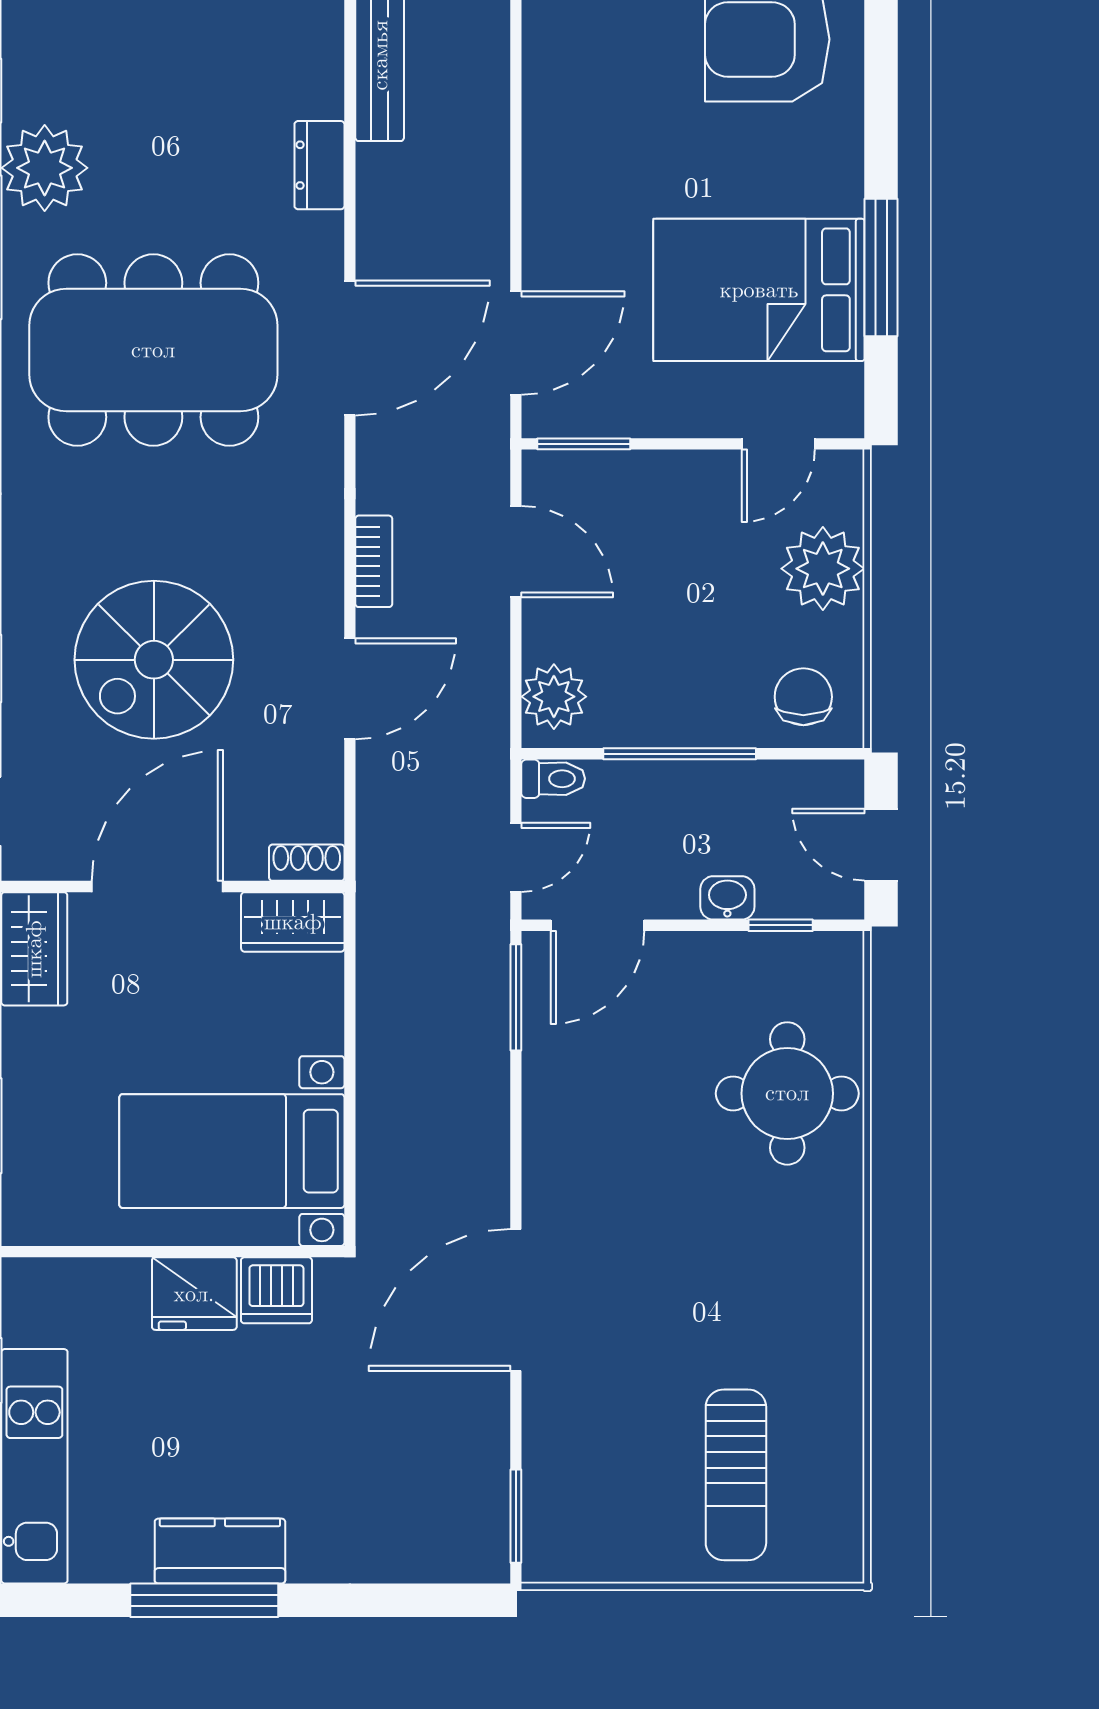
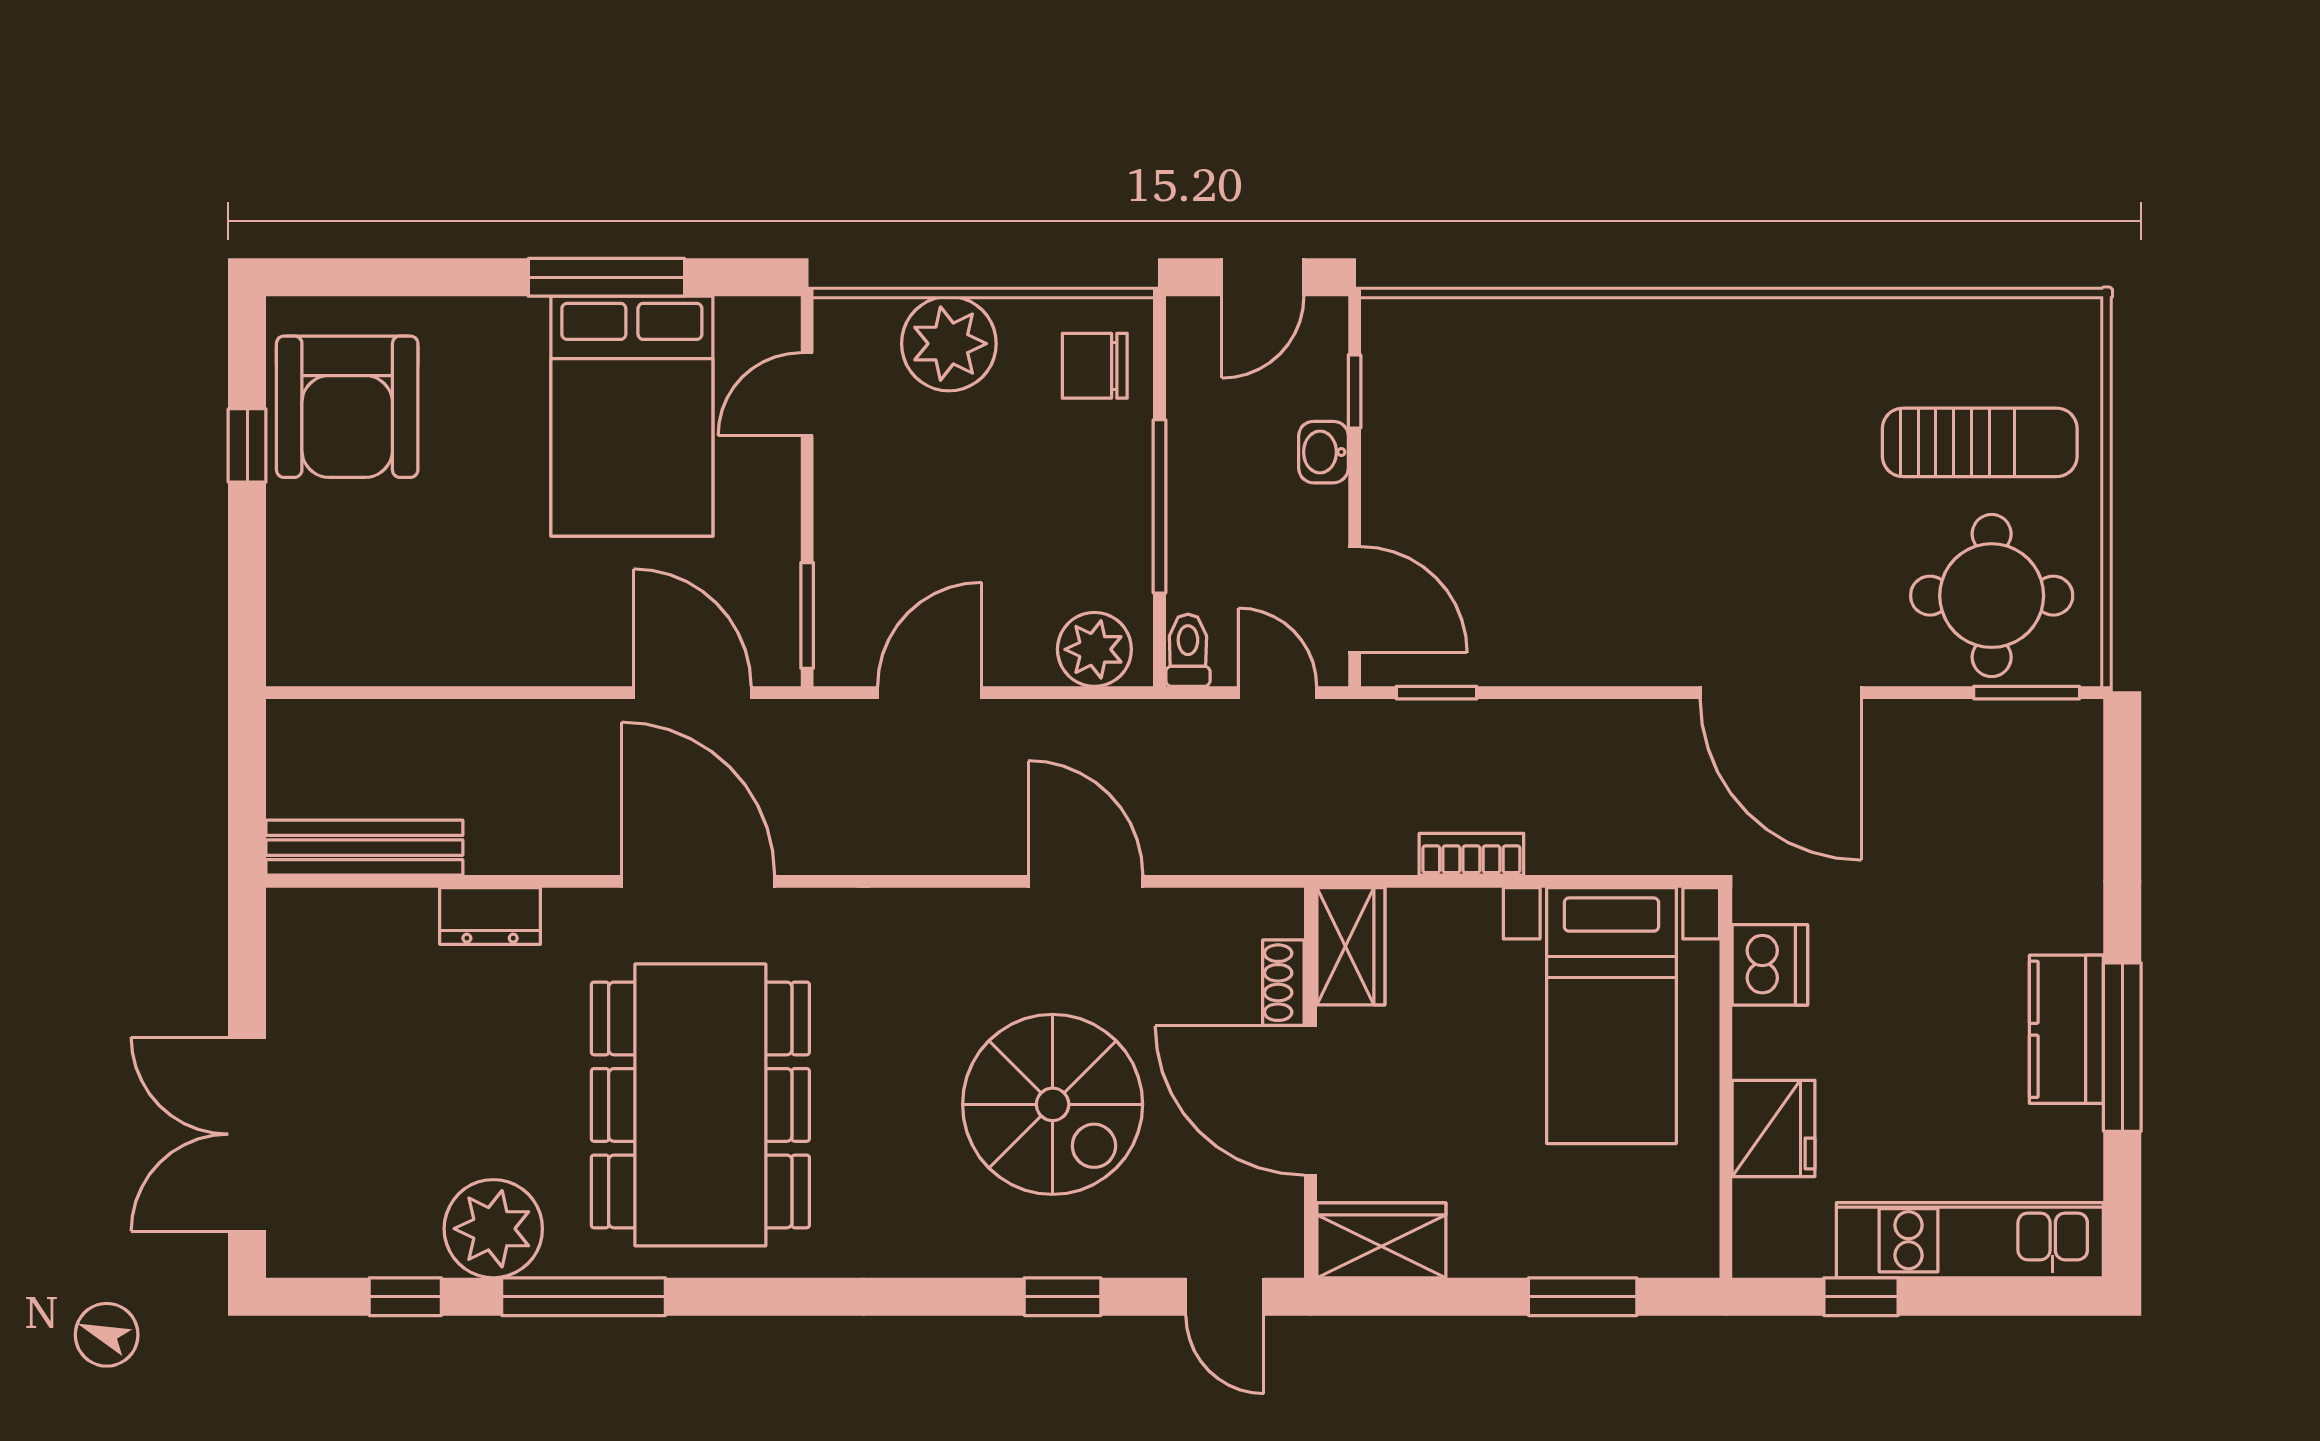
door: (778, 444) -> (807, 394), swing flipped
bookcase: (374, 561) -> (1471, 854), moved
shoe rack: (307, 863) -> (1283, 983), moved
window: (516, 997) -> (1437, 693), width x0.67
round table: (787, 1093) -> (1992, 596), moved
fridge: (194, 1294) -> (1774, 1128), moved

